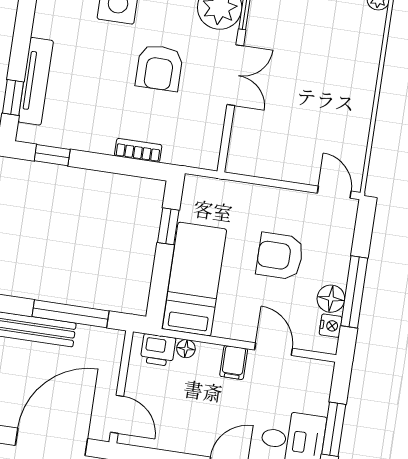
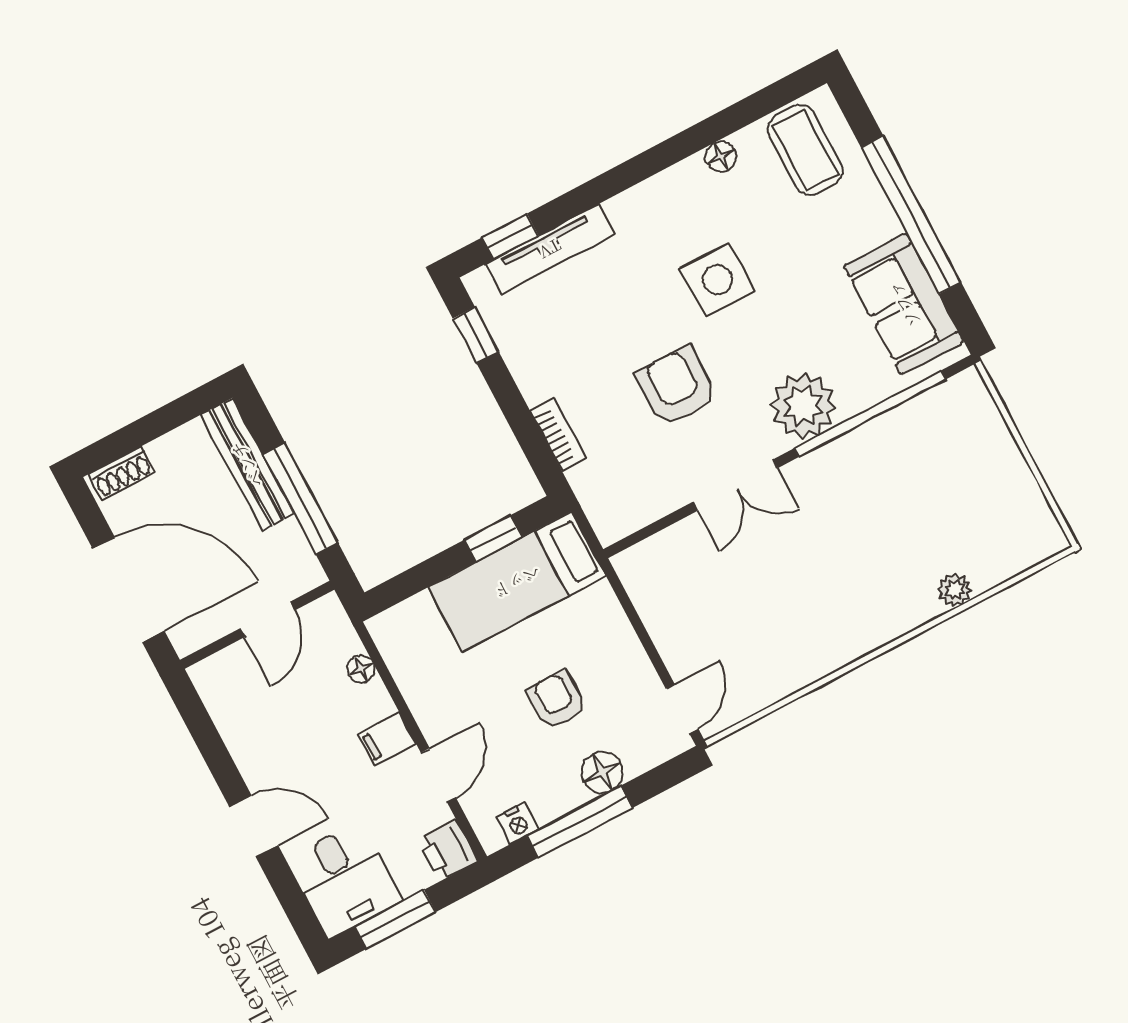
armchair: (159, 68) -> (677, 387), turned 90
armchair: (280, 256) -> (557, 700), width x0.72, depth x0.72
bed: (194, 279) -> (517, 582), moved, turned 180
floor lamp: (331, 299) -> (602, 772), moved
printer: (158, 350) -> (448, 850), moved
door: (117, 414) -> (268, 619), moved

